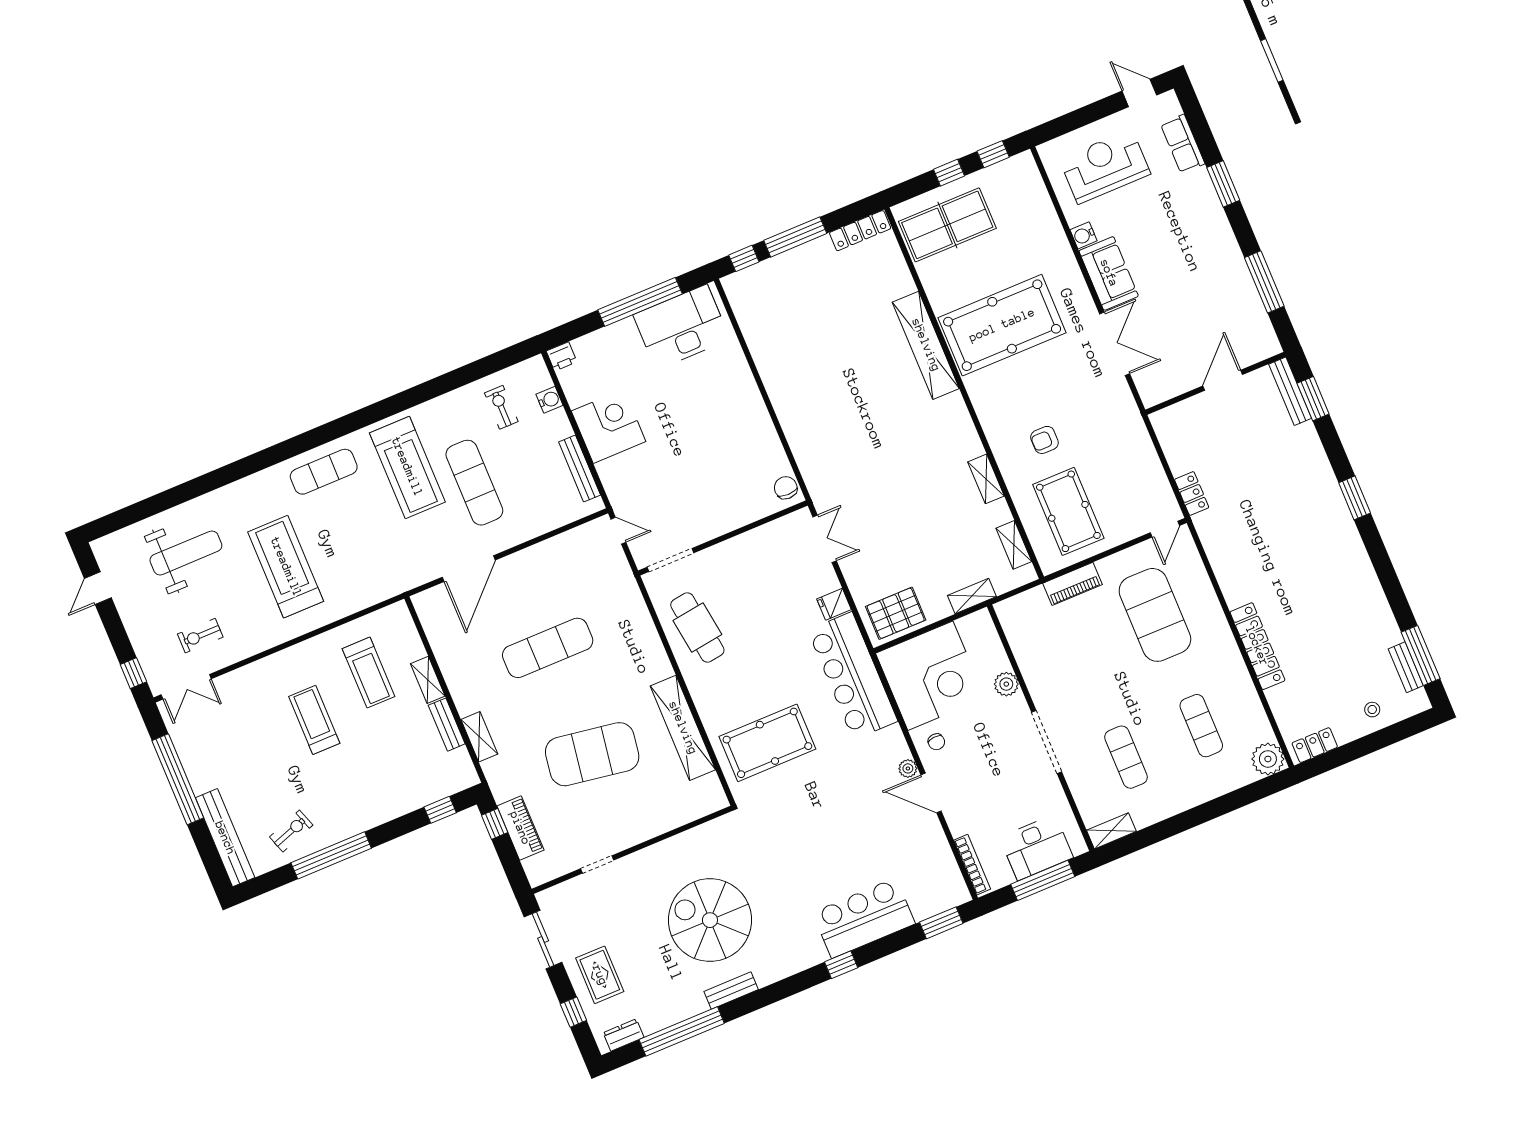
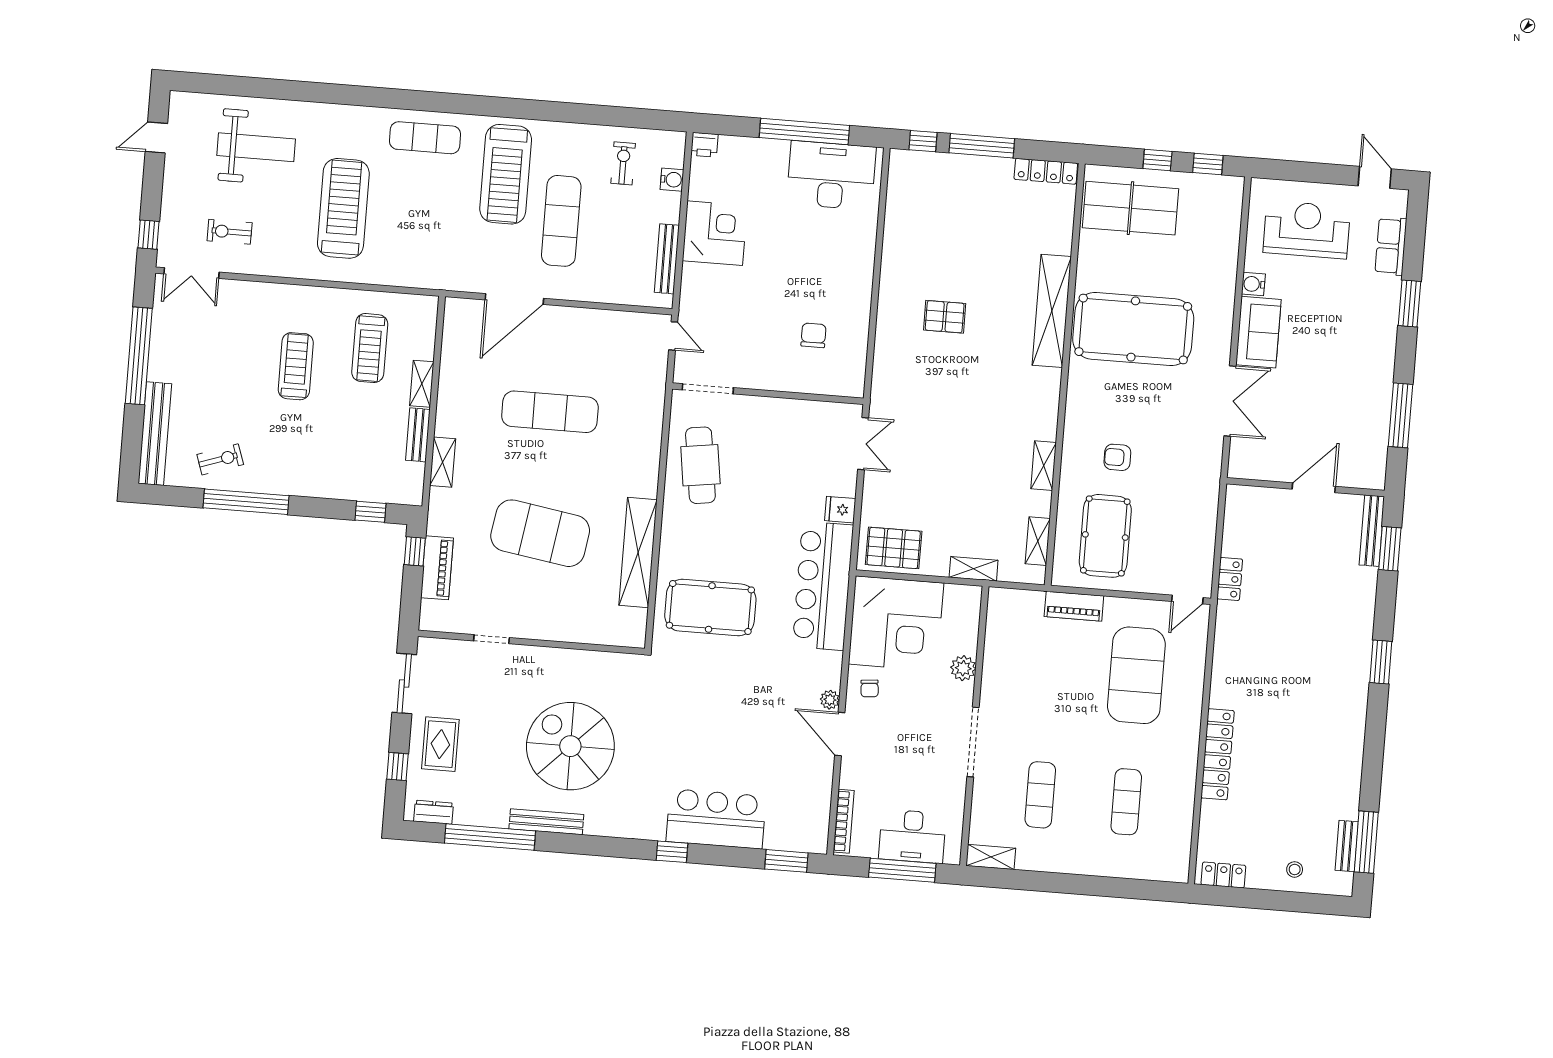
pallet: (838, 397) -> (945, 317), added
chair: (786, 488) -> (814, 335), moved
plant: (1268, 759) -> (1173, 865), removed
bench: (731, 990) -> (546, 822), width x1.36

